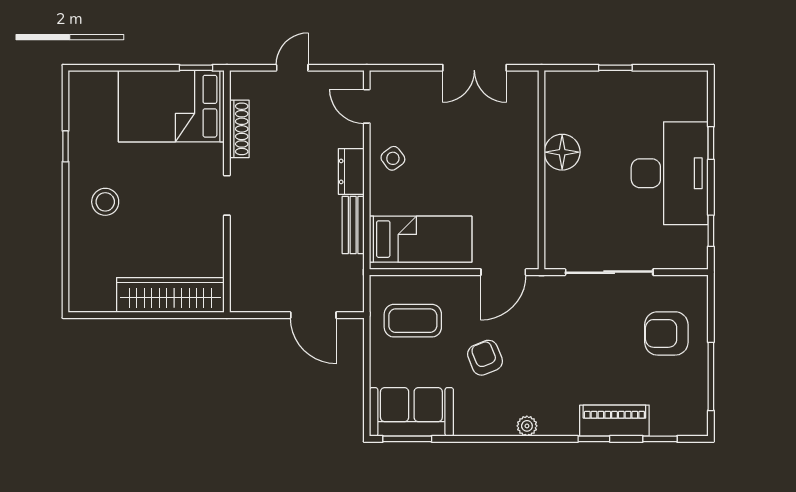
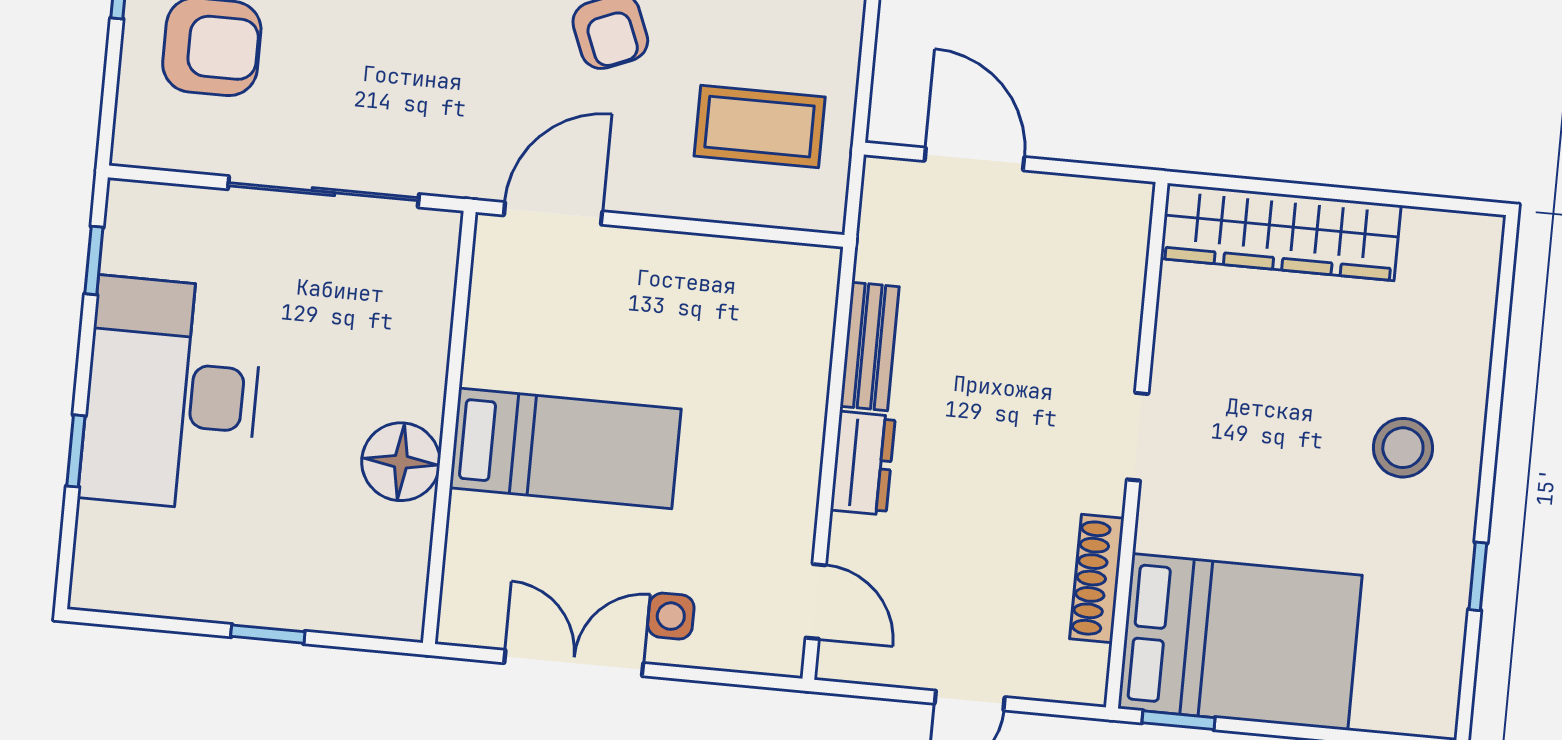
side table: (393, 158) -> (671, 616), moved, turned 37
bed: (421, 239) -> (565, 448), moved, turned 180

